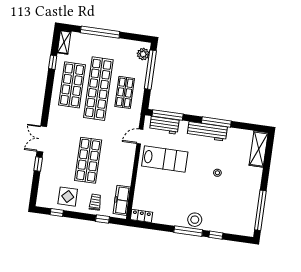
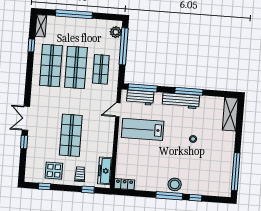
shop shelf: (98, 89) -> (76, 67), width x0.71
lab bench: (165, 159) -> (143, 129), turned 180

